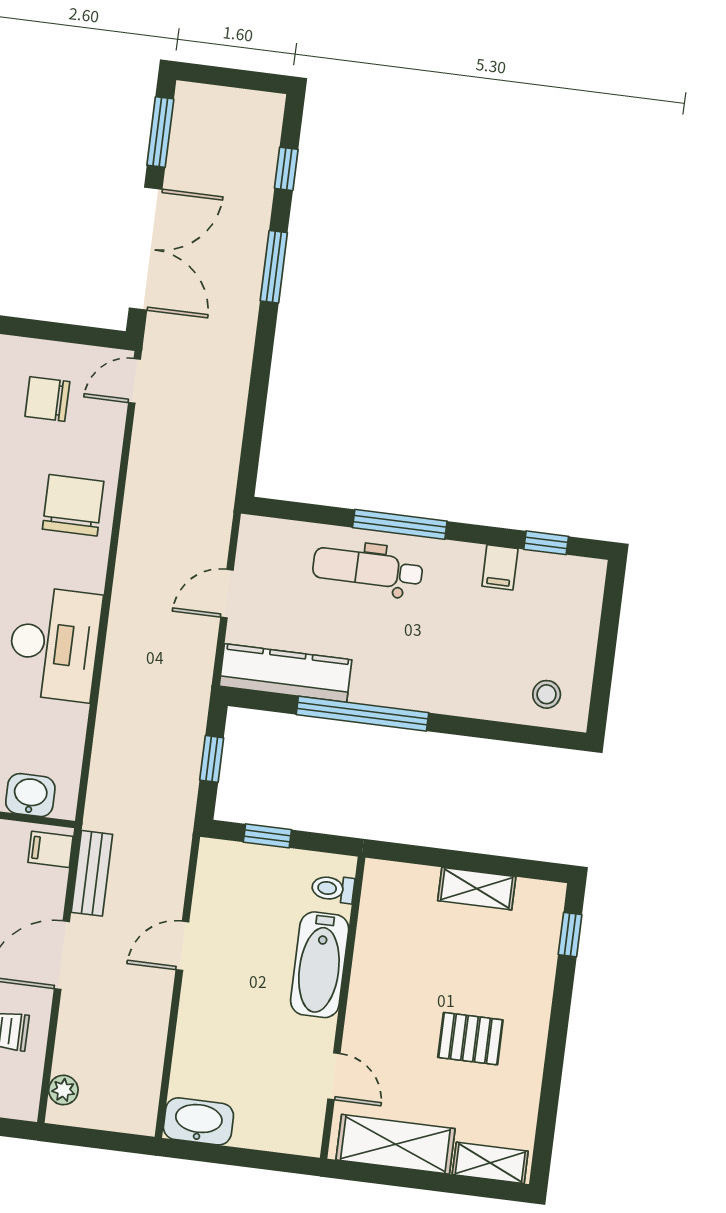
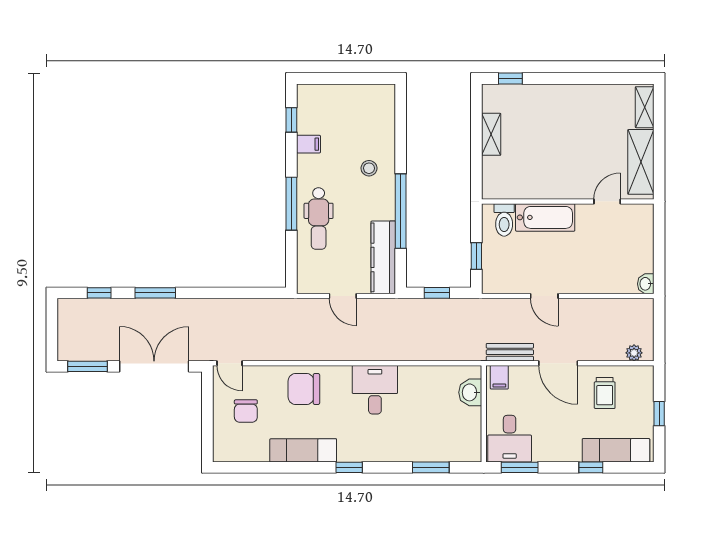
desk: (54, 644) -> (375, 390), width x0.73
stool: (547, 694) -> (369, 168), moved
toilet: (333, 889) -> (504, 220), width x1.37, depth x1.39
pallet: (470, 1039) -> (576, 127), removed
washbasin: (198, 1121) -> (646, 284), width x0.52, depth x0.69

